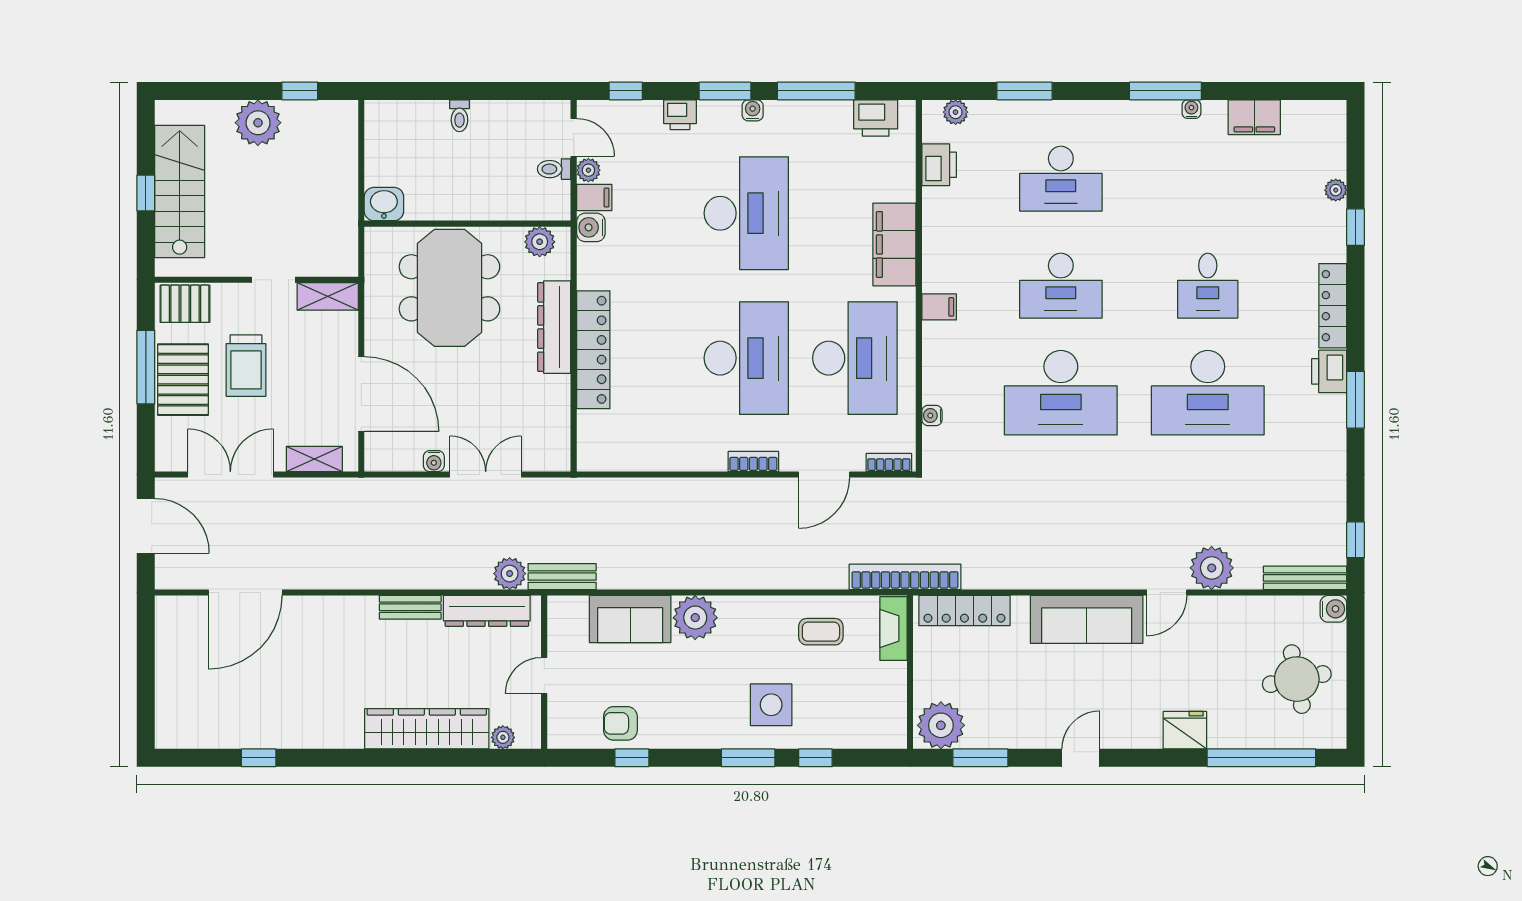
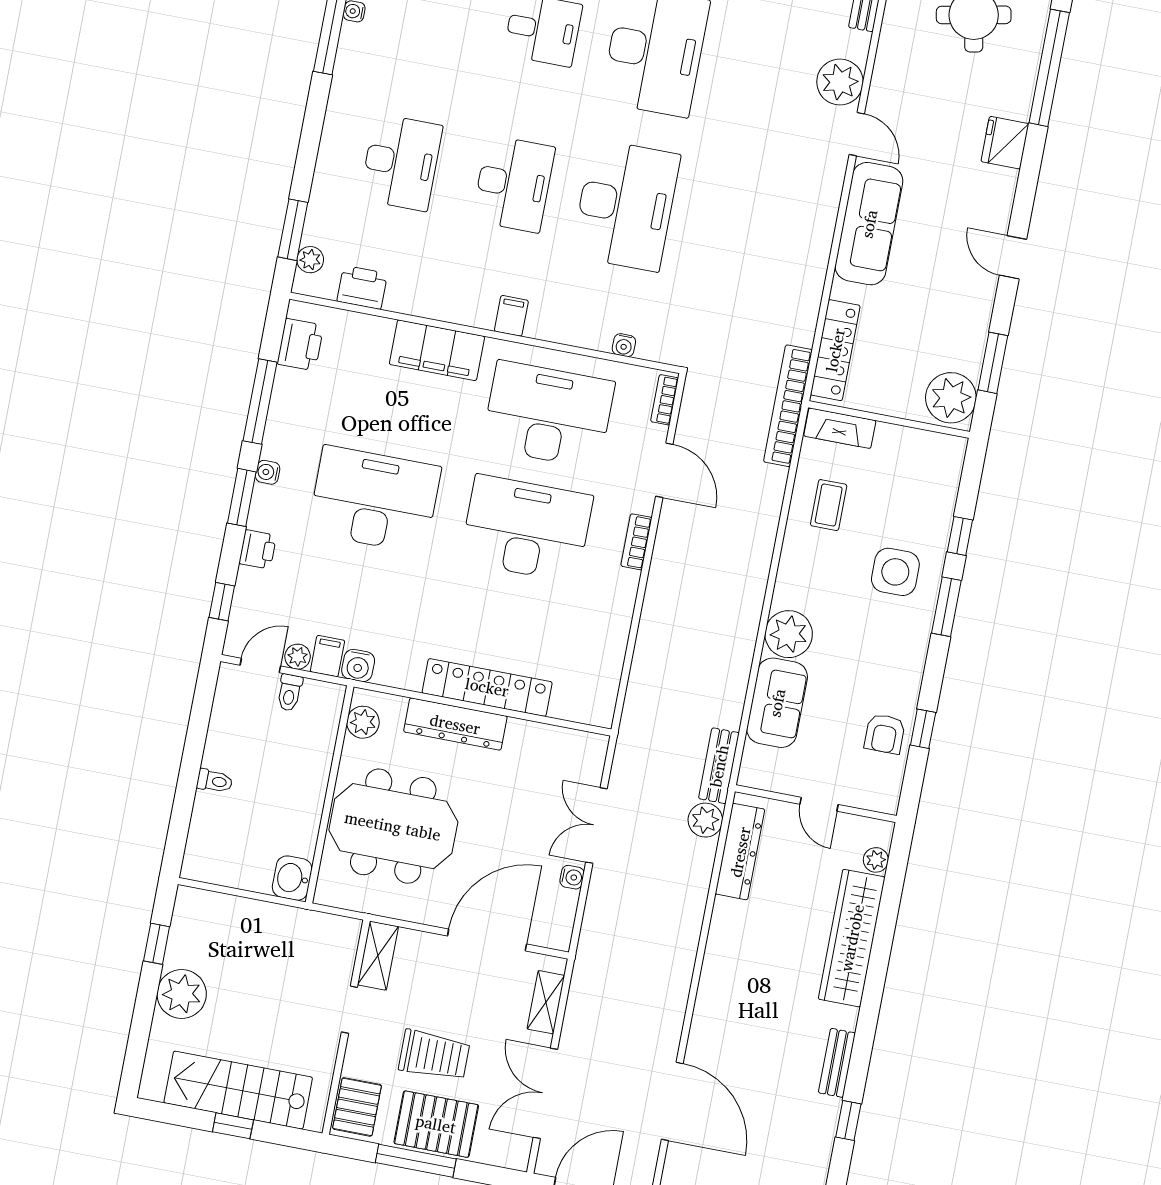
window: (1024, 91) -> (293, 230), moved
bench: (410, 607) -> (837, 1063), moved

